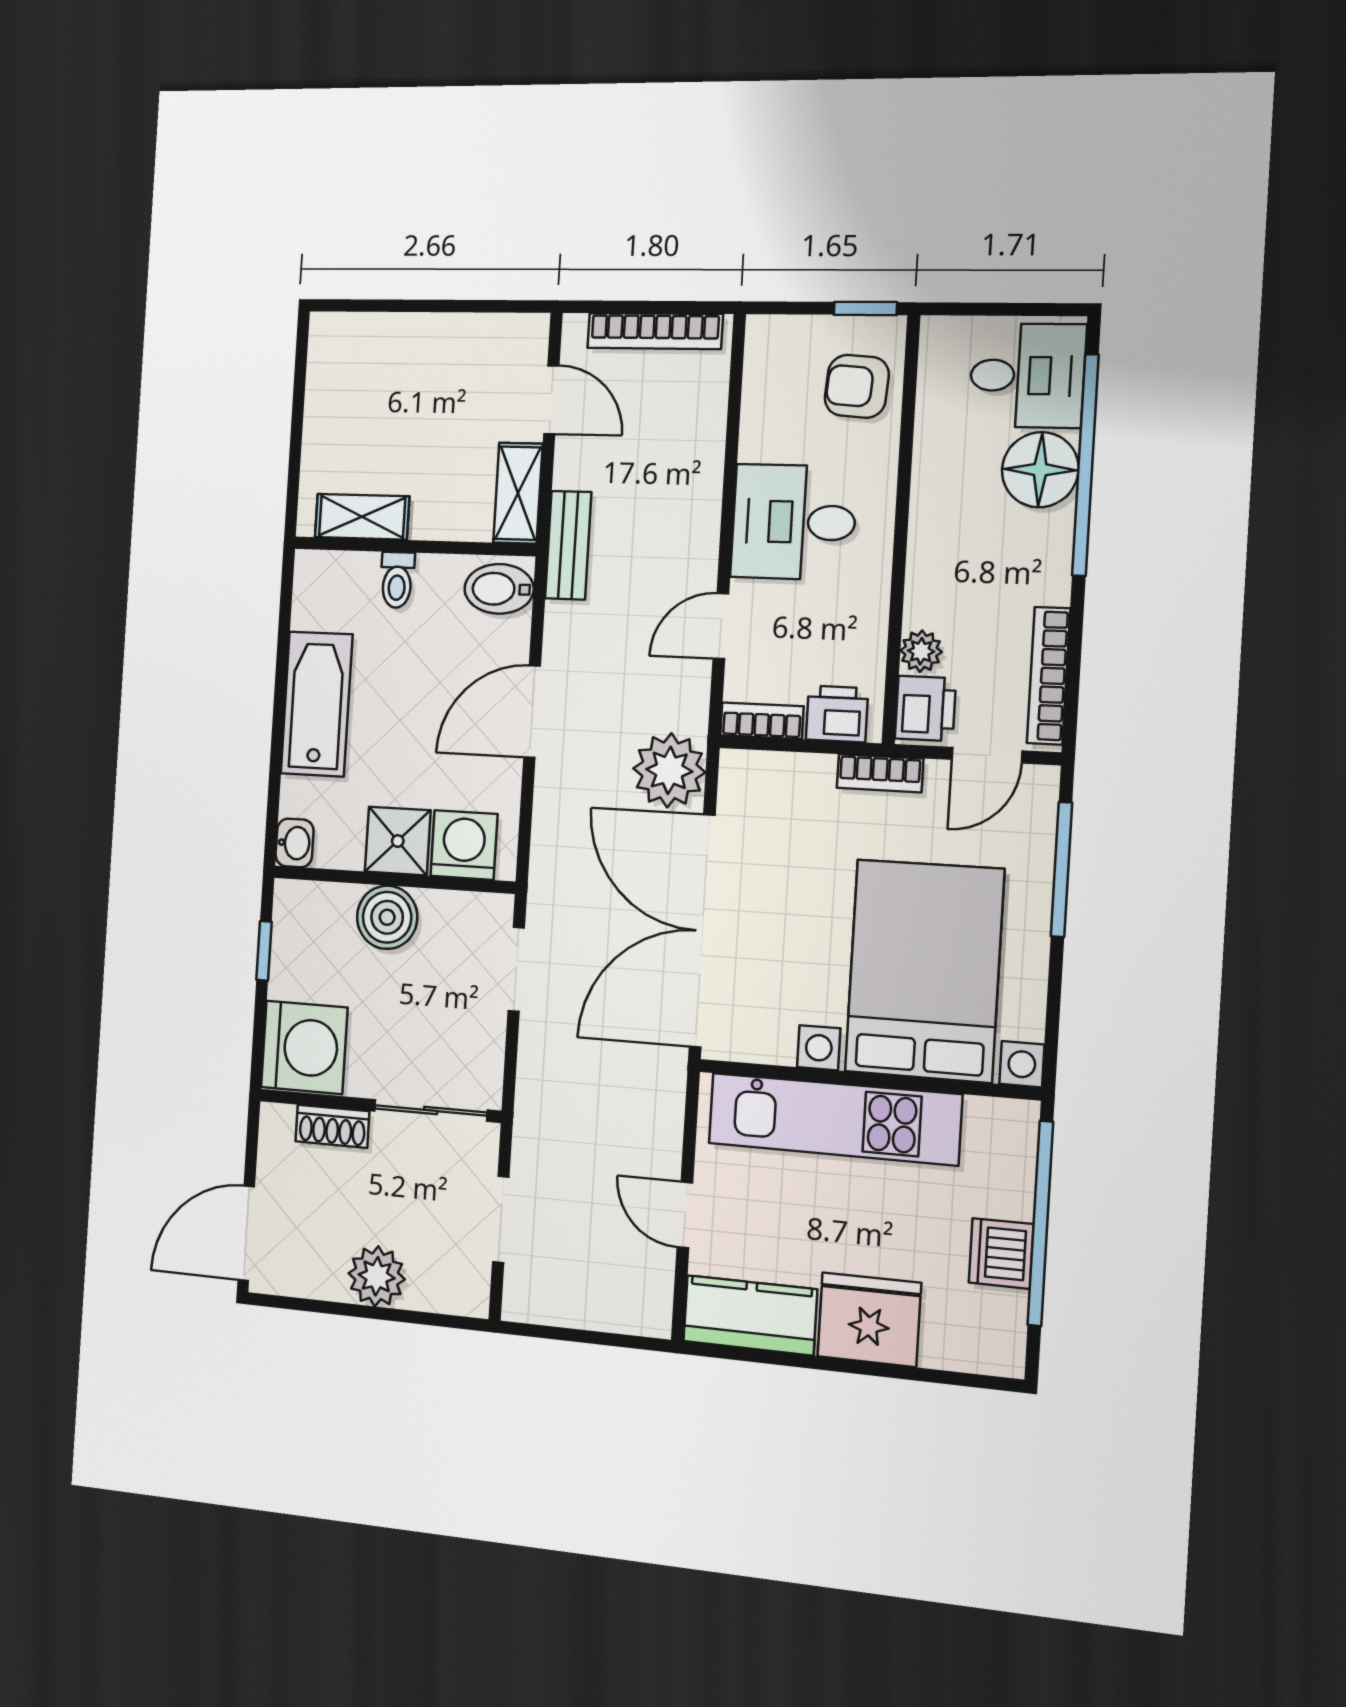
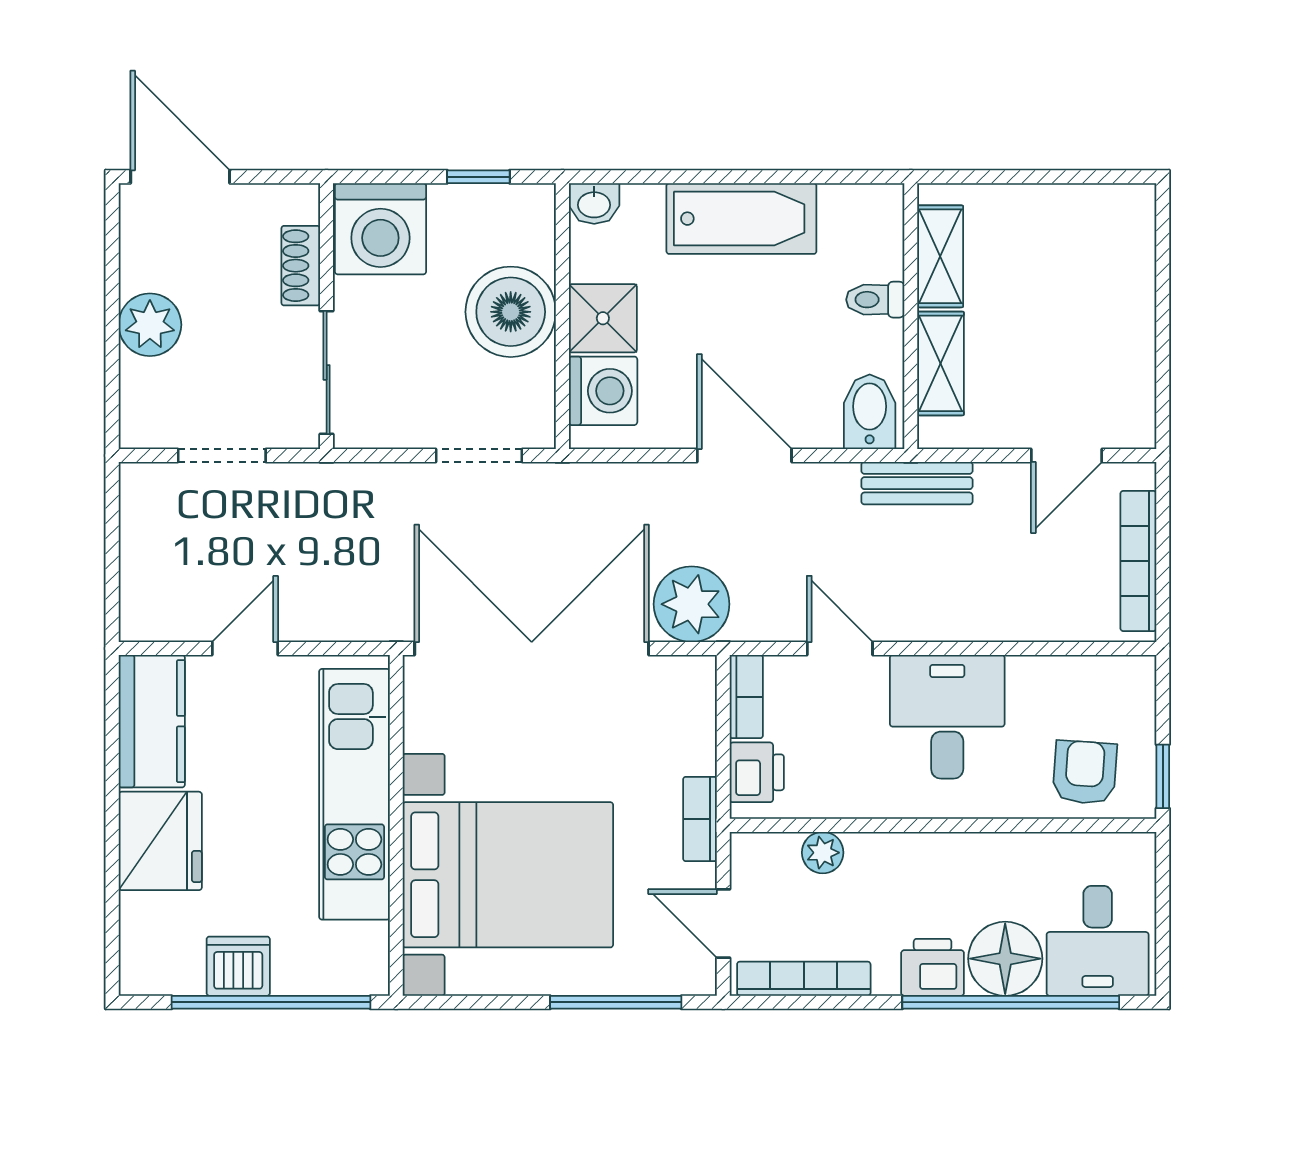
shelving: (518, 493) -> (941, 363), moved, turned 90
printer: (925, 708) -> (933, 967), moved, turned 180
boiler: (387, 917) -> (511, 312), width x1.37, depth x1.37

